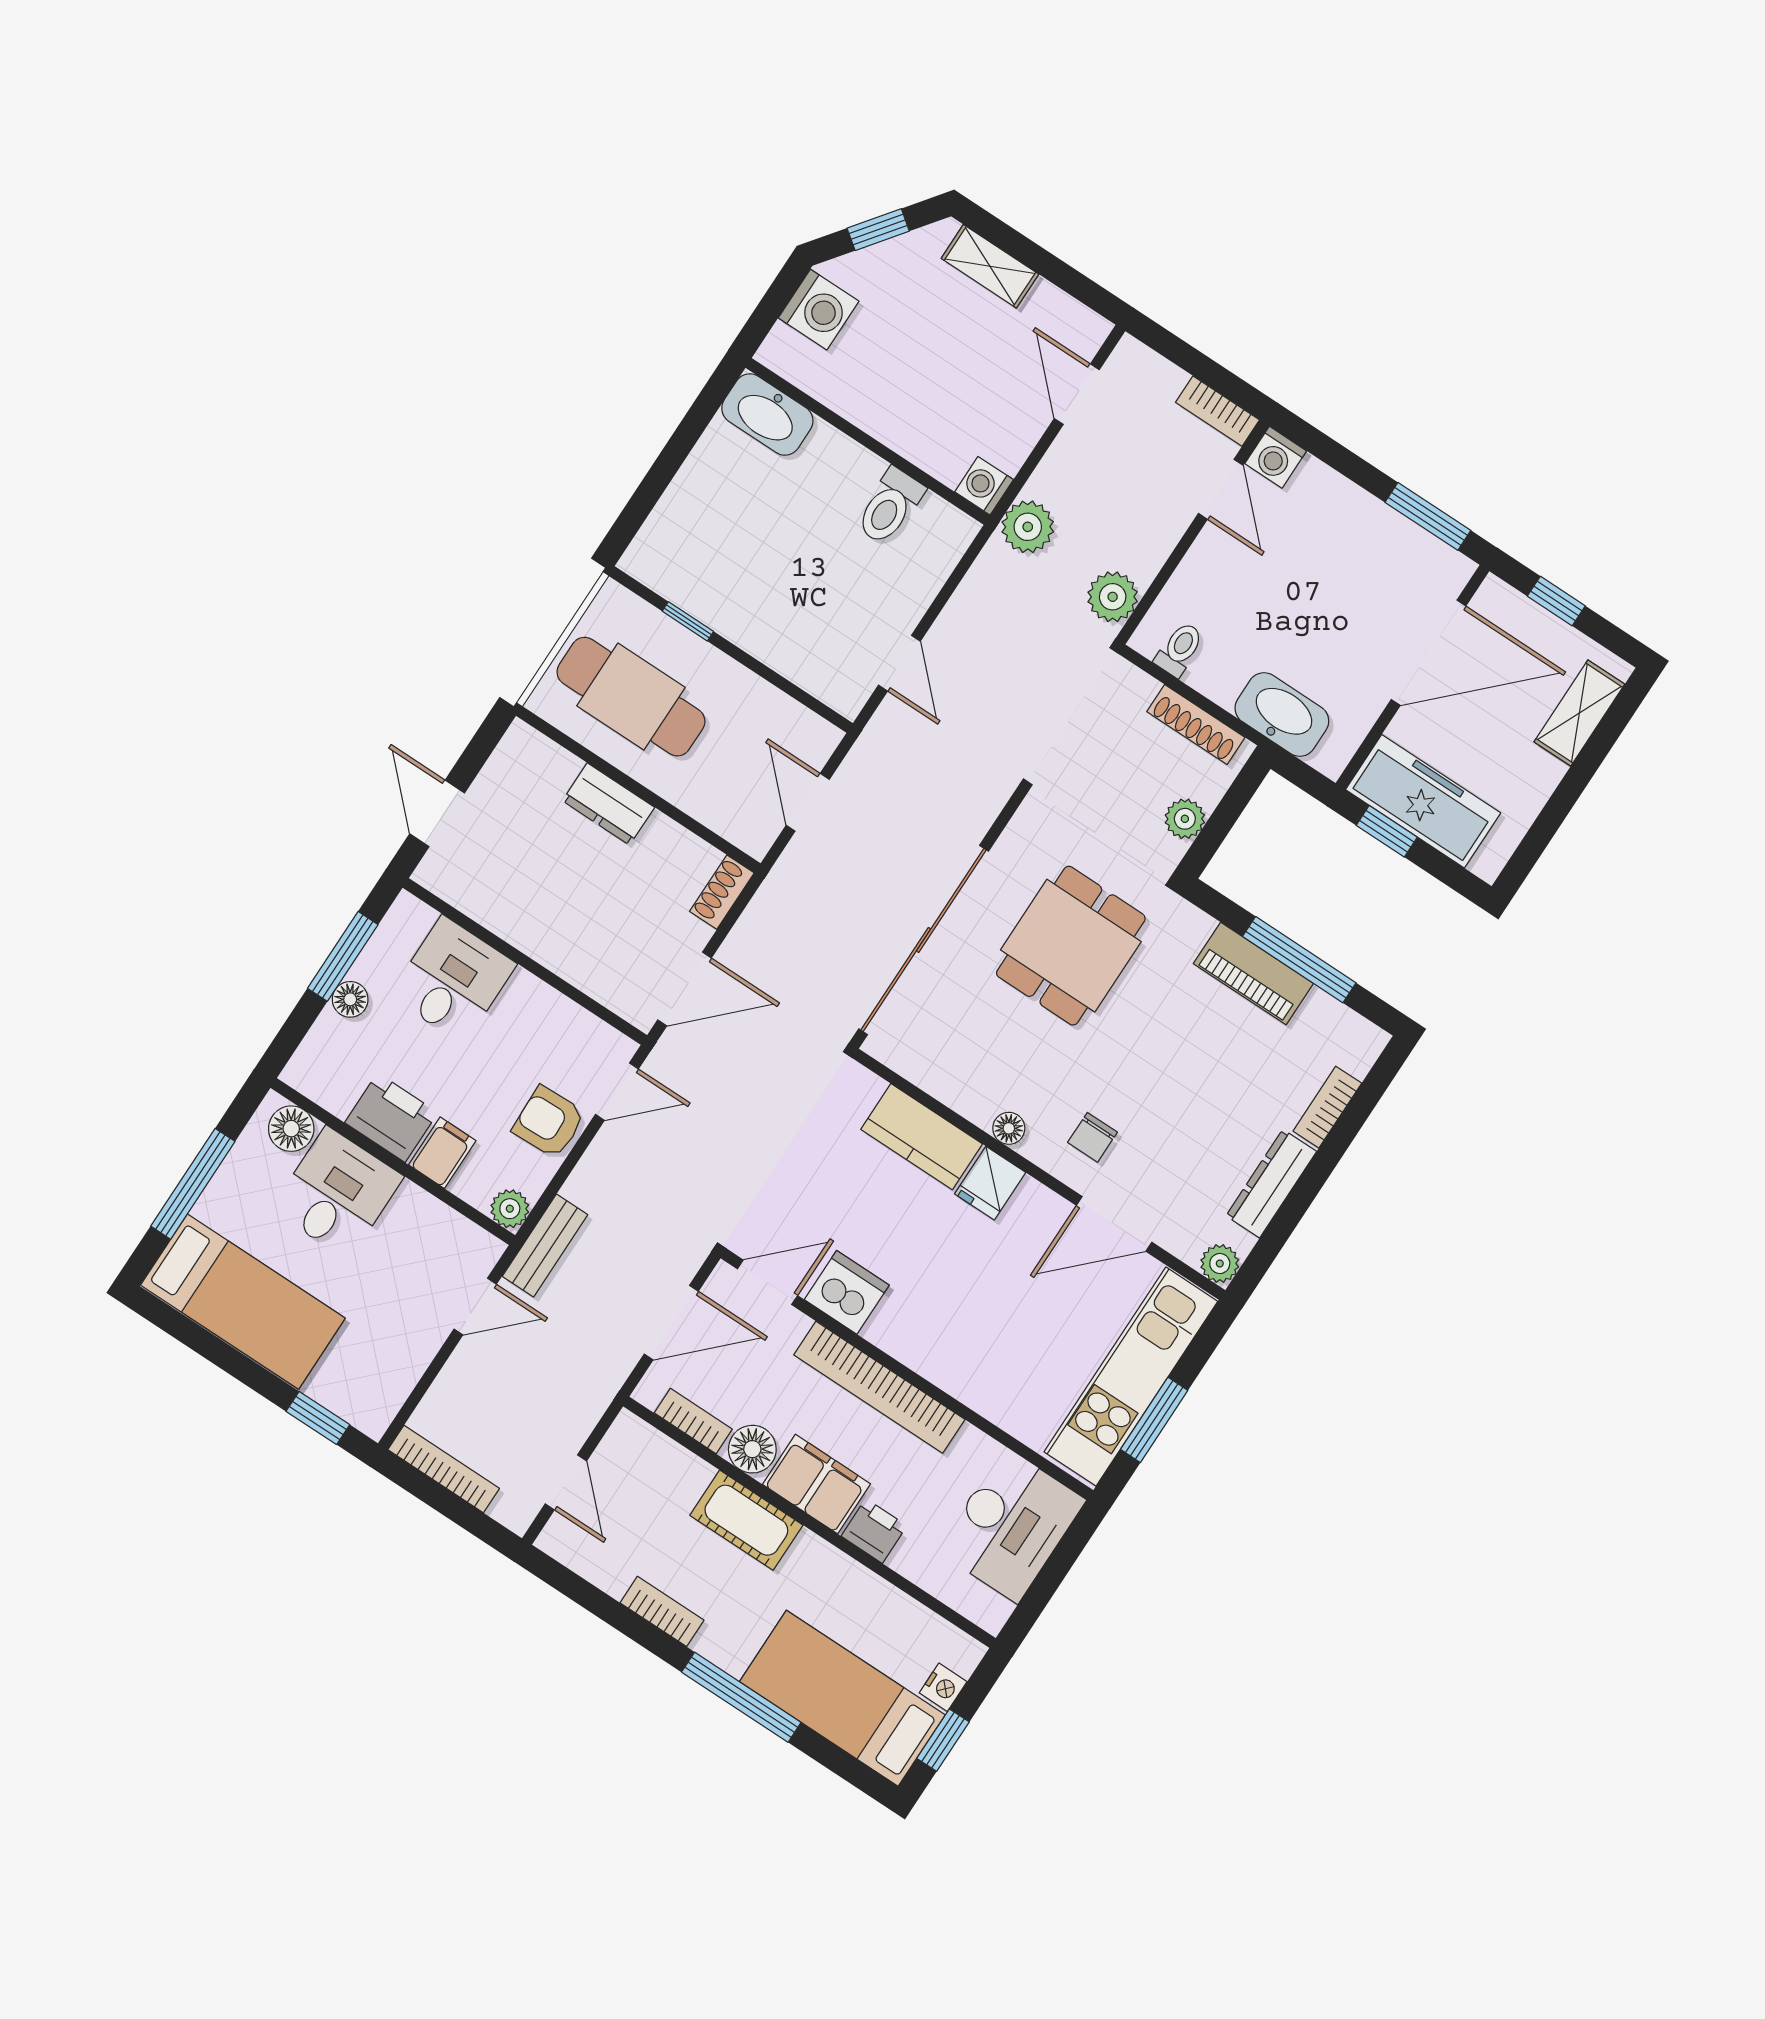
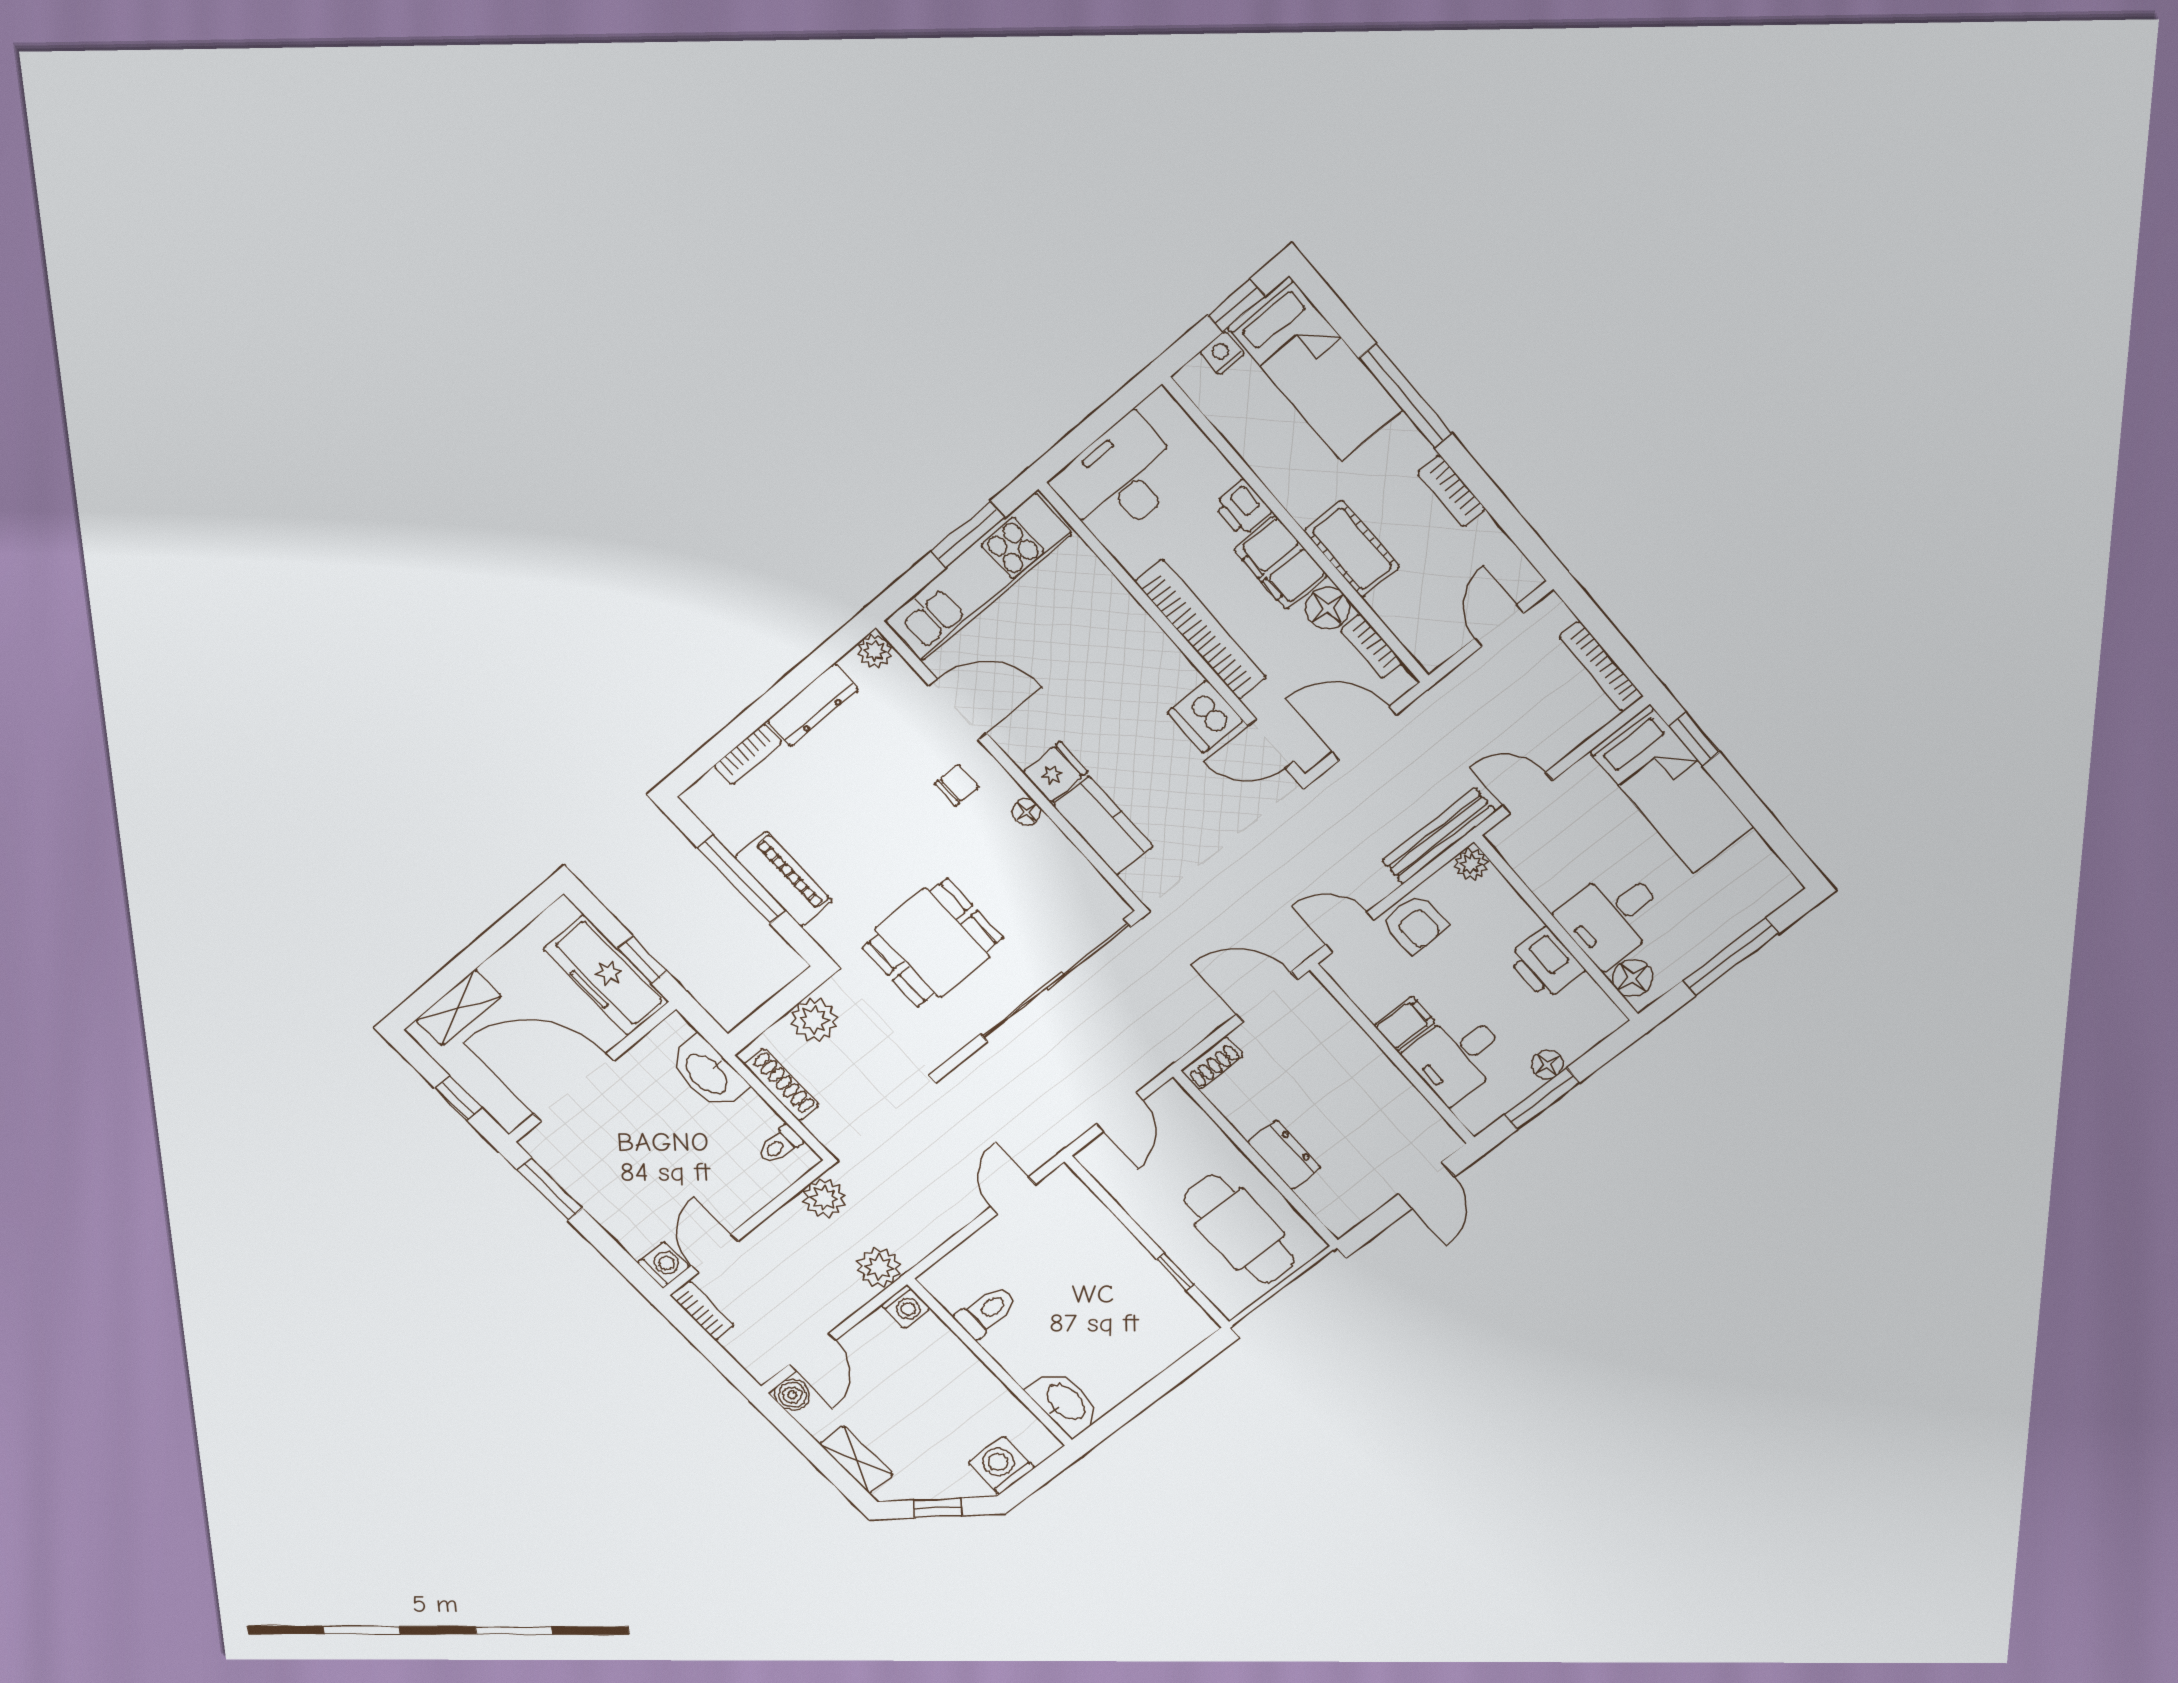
boiler: (1087, 331) -> (792, 1395), added
plant: (1185, 819) -> (814, 1020), width x1.38, depth x1.38
filing cabinet: (442, 1153) -> (1405, 1023), moved, turned 180
bench: (545, 1245) -> (1439, 836), width x1.36
bed: (243, 1302) -> (1672, 789), moved, turned 180

